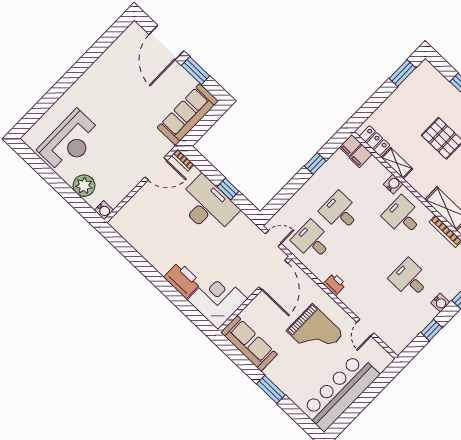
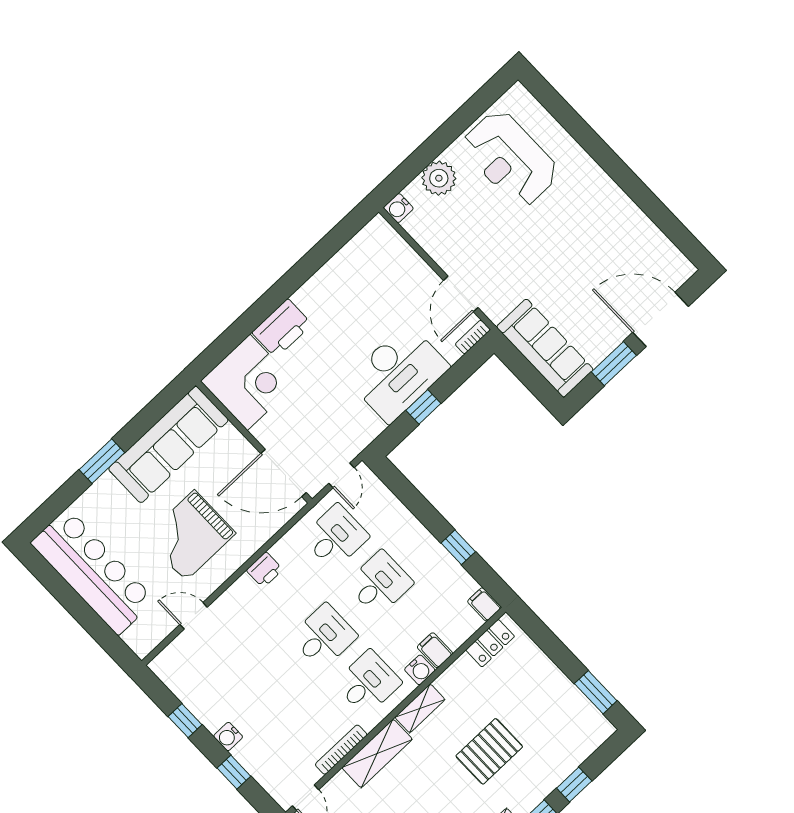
filing cabinet: (361, 156) -> (435, 650), moved
shelving: (397, 163) -> (420, 708), moved
desk: (410, 279) -> (324, 636), moved
sofa: (249, 343) -> (168, 444), width x1.36, depth x1.27

